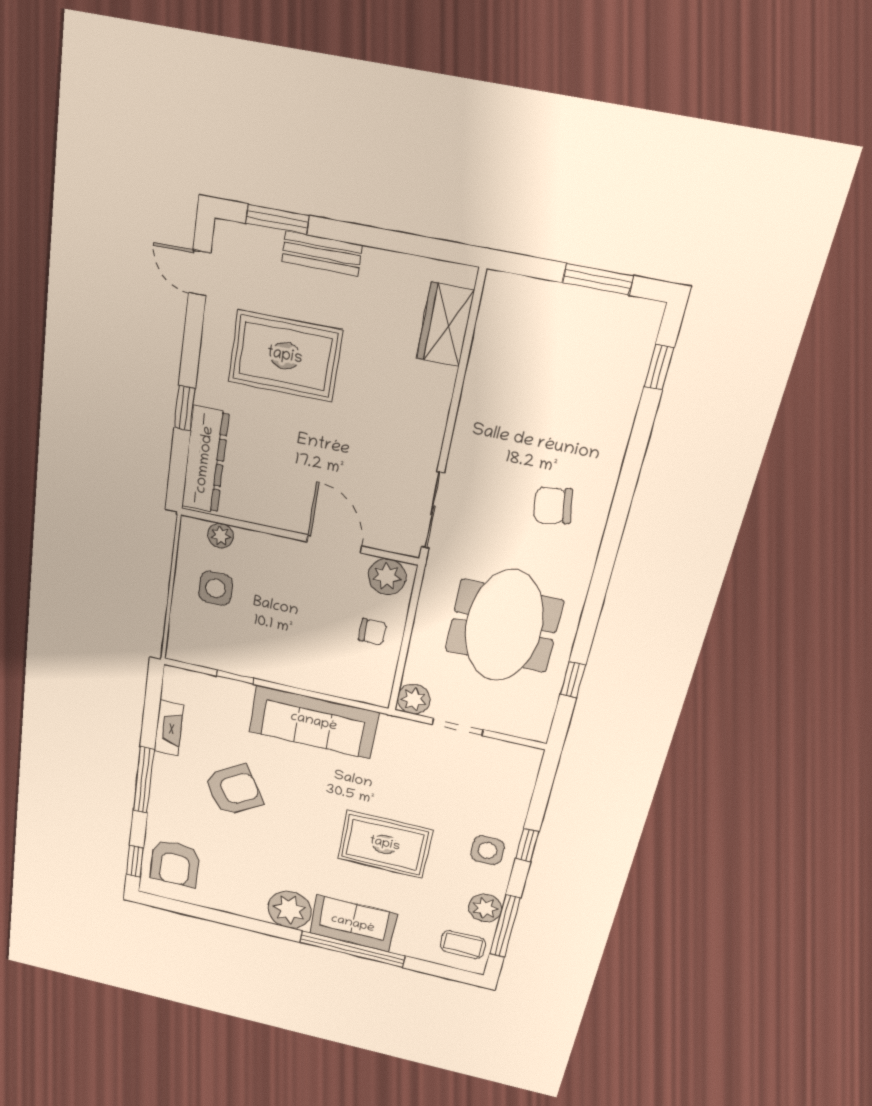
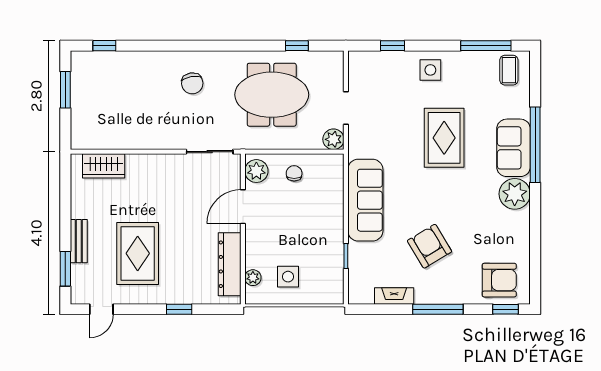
dresser: (205, 460) -> (230, 264), moved, turned -90
window: (527, 845) -> (392, 46), moved
plant: (485, 908) -> (475, 62), removed

